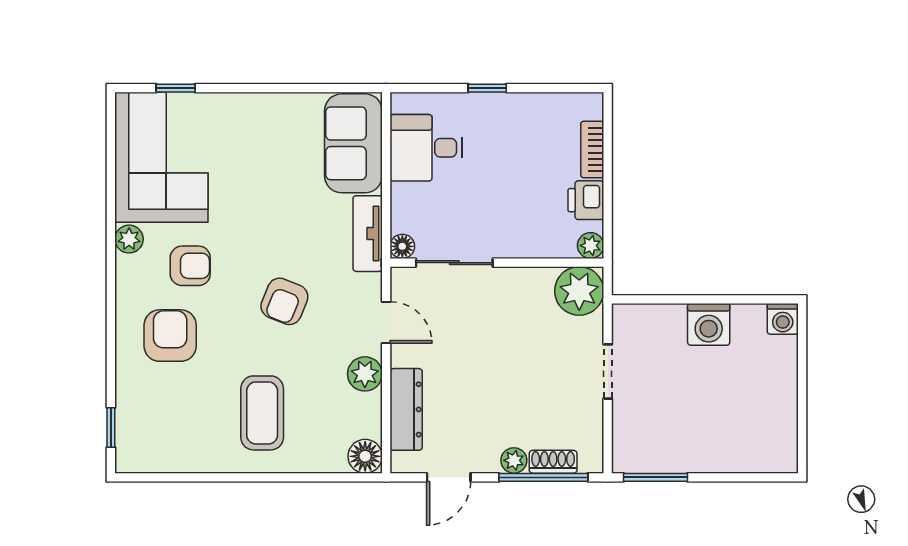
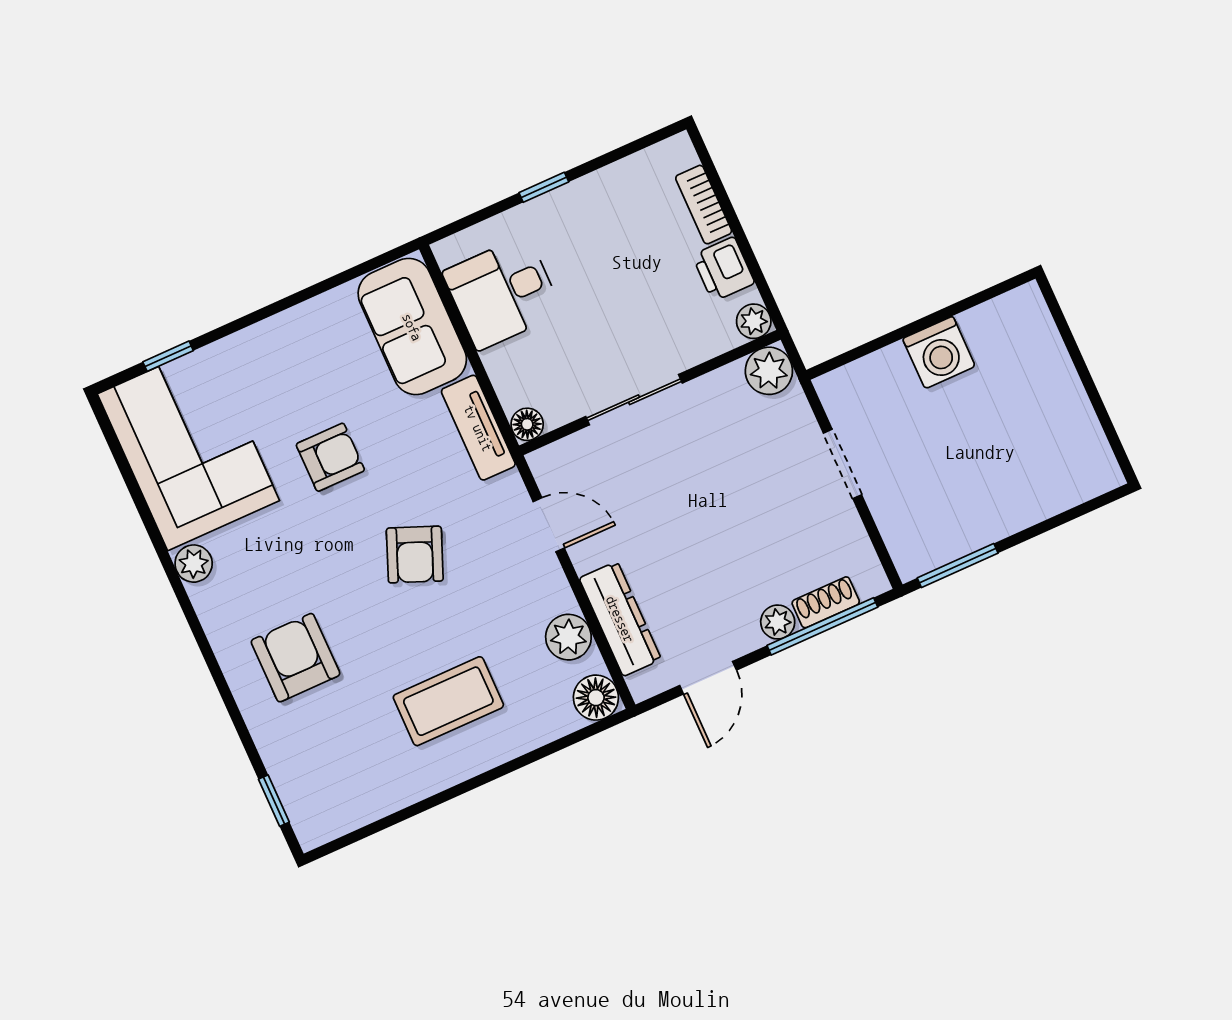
sliding door: (454, 263) -> (634, 400), moved
armchair: (190, 266) -> (330, 457), moved
plant: (579, 291) -> (769, 371), width x0.73, depth x0.73
washing machine: (783, 319) -> (1025, 306), removed
plant: (365, 374) -> (568, 637), moved
coffee table: (262, 413) -> (448, 701), turned 90

